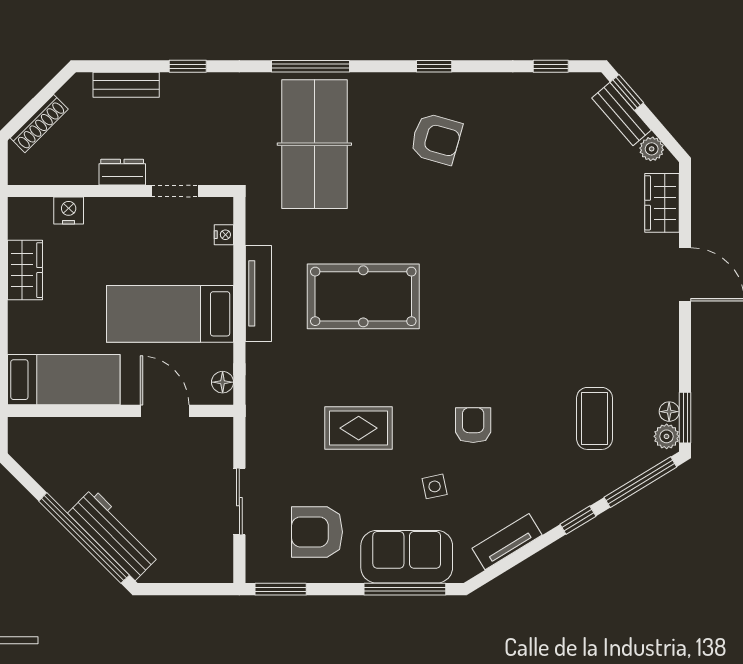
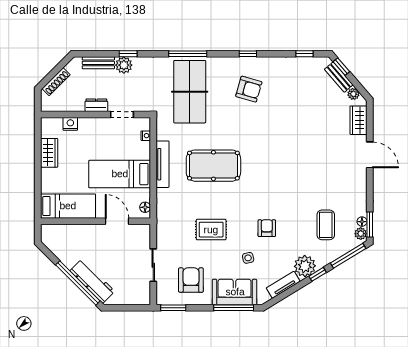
plant: (179, 89) -> (124, 65), added
plant: (552, 503) -> (305, 266), added
armchair: (317, 532) -> (191, 280), turned 90

